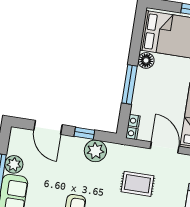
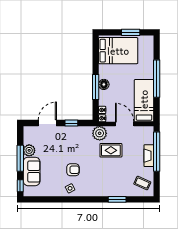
floor lamp: (146, 60) -> (104, 84), moved
door: (48, 127) -> (47, 123), swing flipped
plant: (95, 151) -> (100, 133), moved

